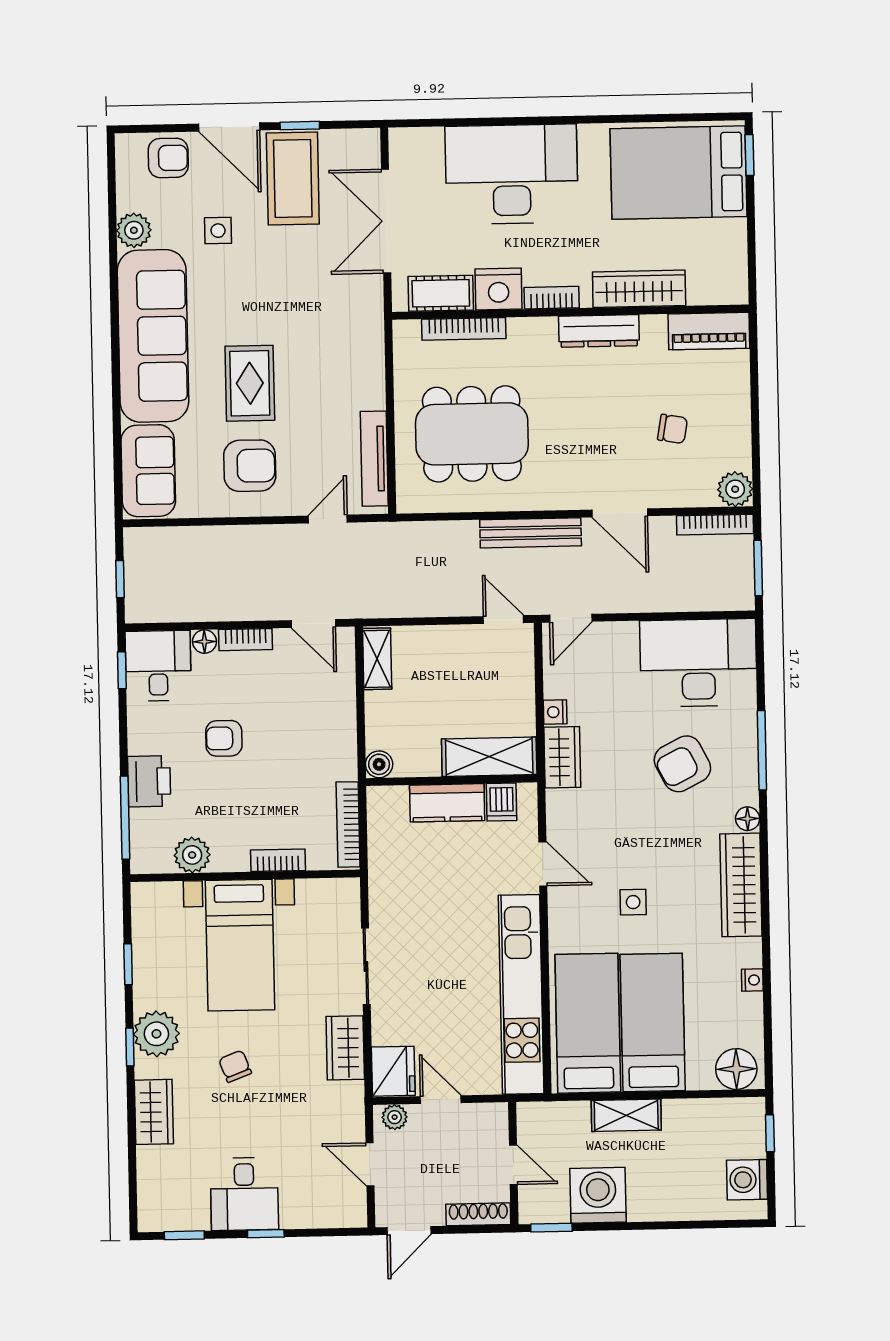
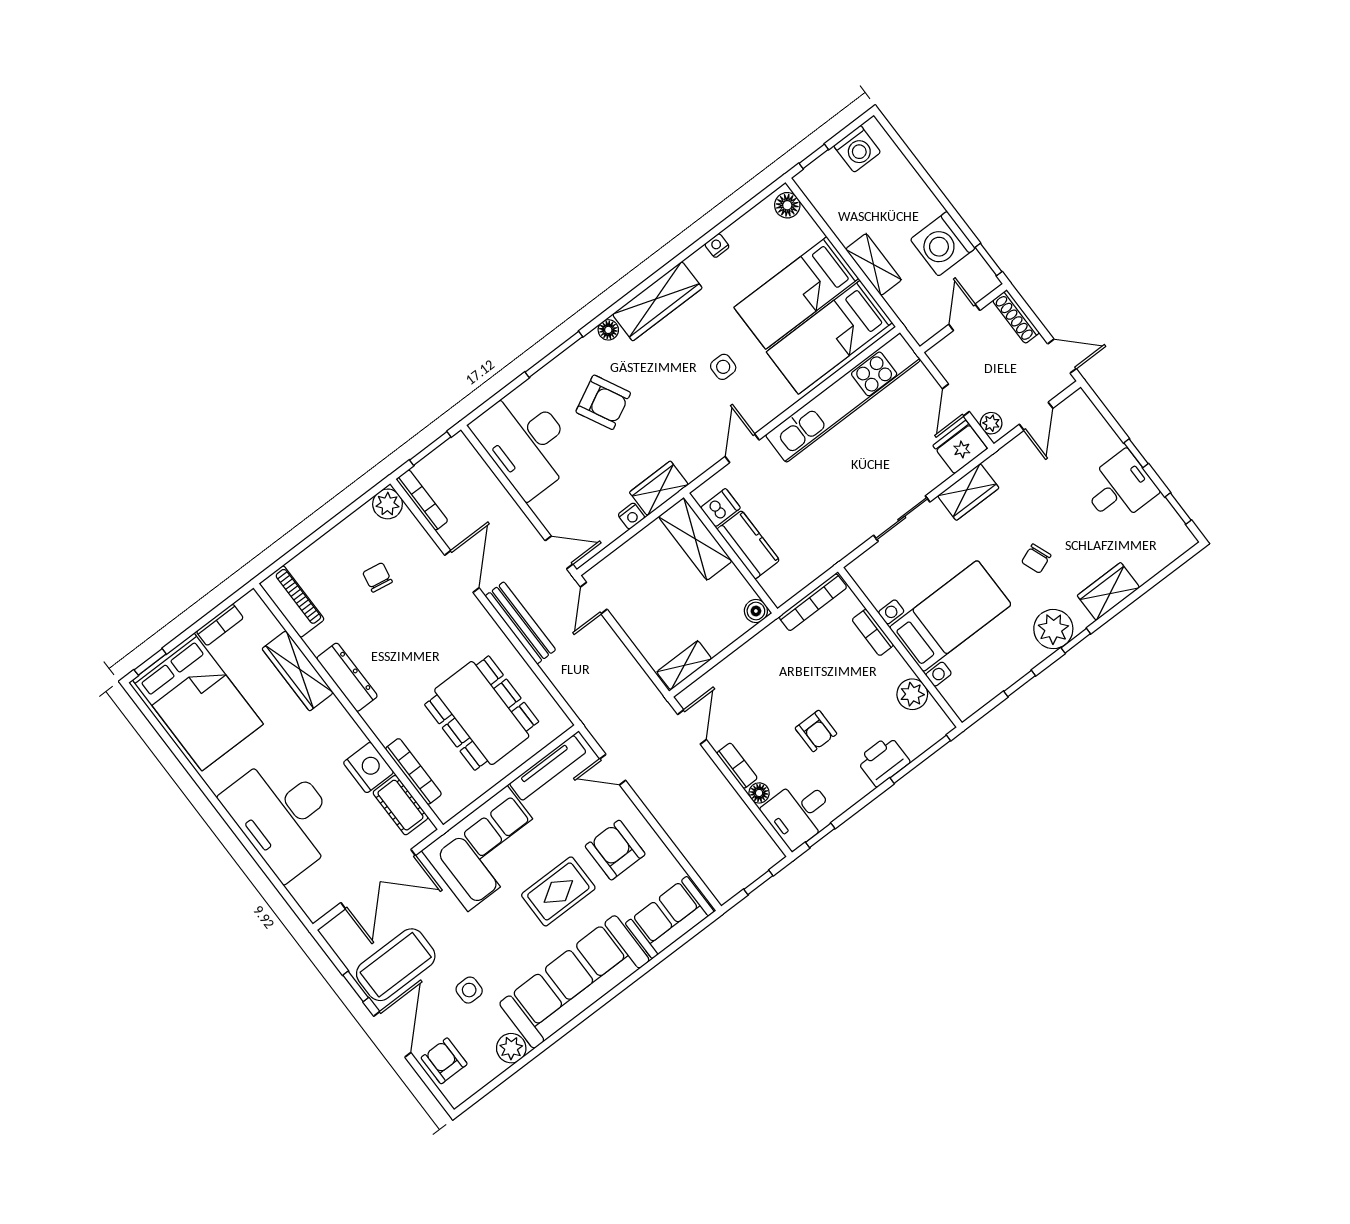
bookcase: (552, 298) -> (220, 625), moved, turned -90
corner sofa: (340, 346) -> (487, 848), added
floor lamp: (736, 1069) -> (787, 205), width x0.73, depth x0.73

